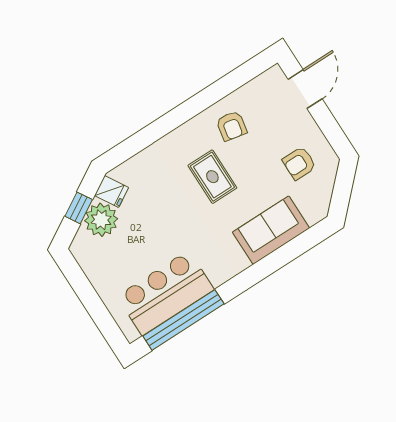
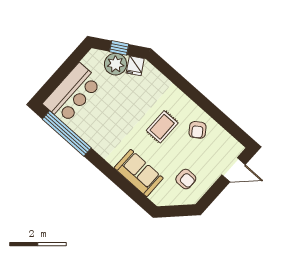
armchair: (232, 126) -> (197, 130), turned -46
armchair: (299, 163) -> (186, 179), turned 180
bar counter: (165, 293) -> (72, 93), moved, turned 90

